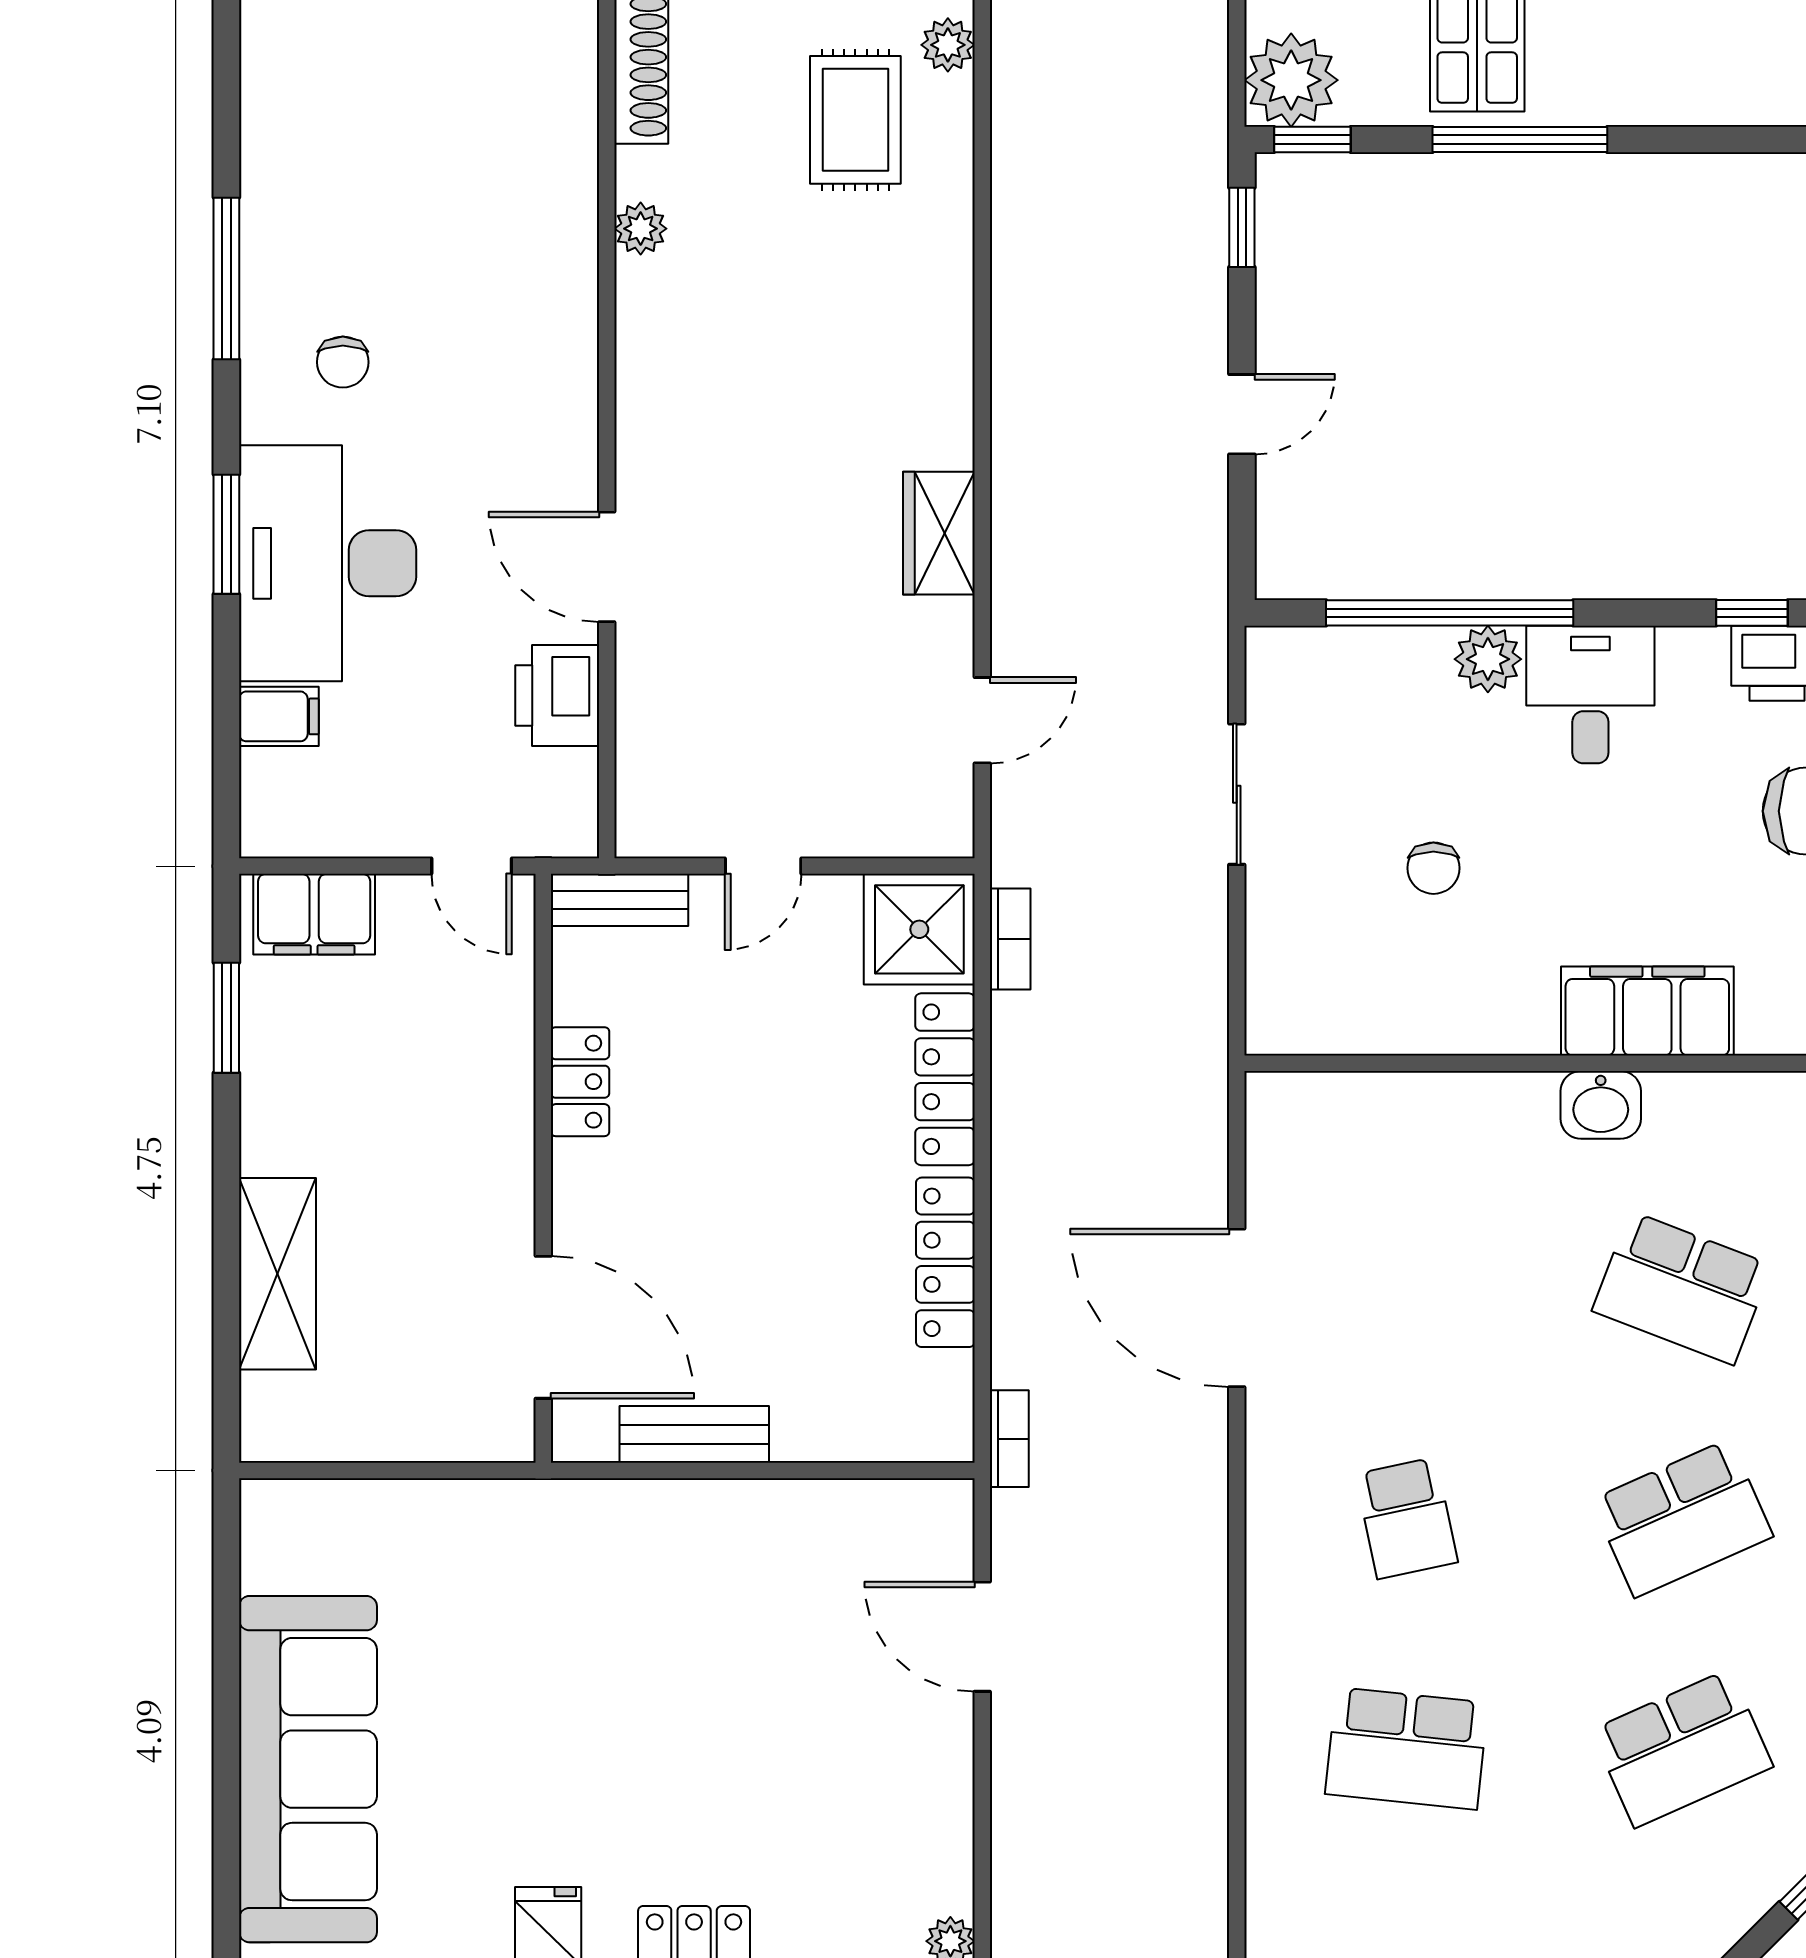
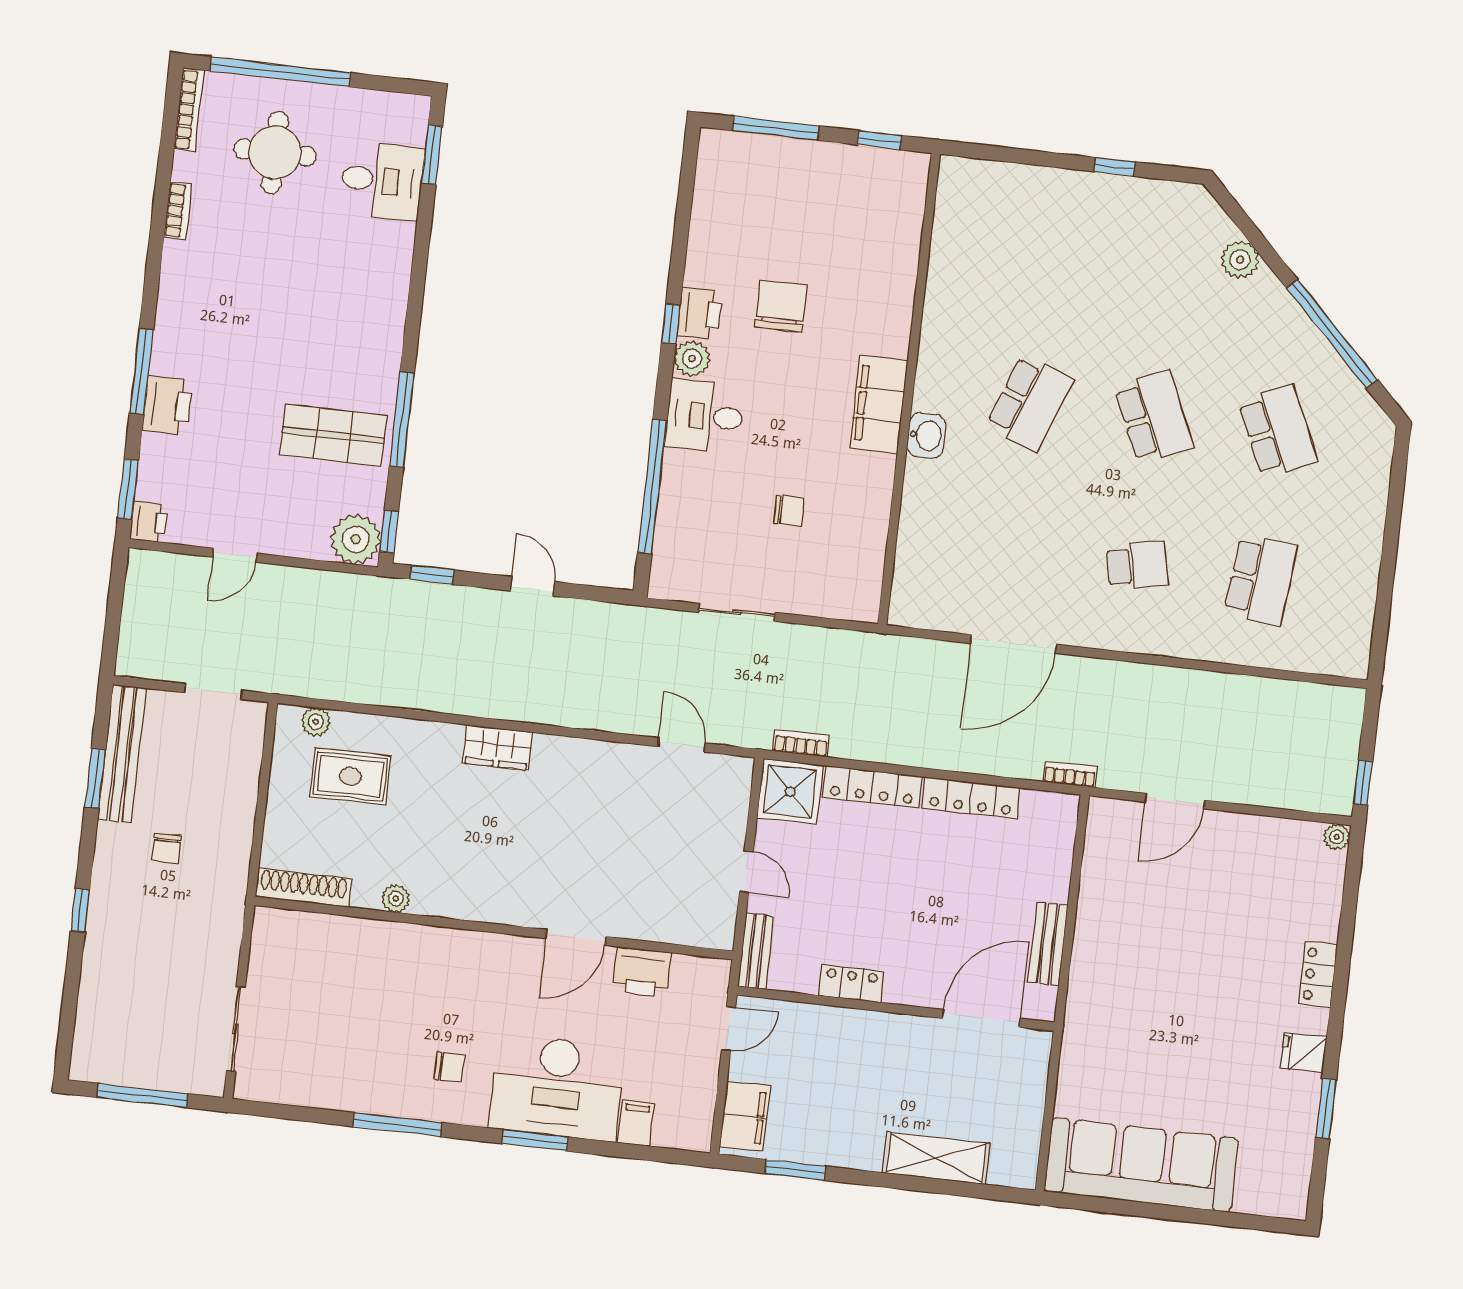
wardrobe: (939, 533) -> (497, 747), moved
plant: (1488, 659) -> (692, 358), moved
sofa: (308, 1769) -> (1141, 1165), moved

